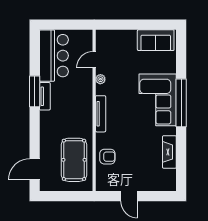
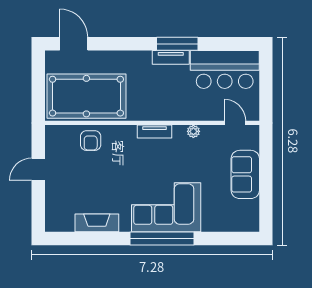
sofa: (156, 40) -> (245, 174), moved
door: (94, 60) -> (235, 123), moved
tv unit: (101, 114) -> (155, 131), width x0.71
pool table: (74, 160) -> (86, 96), width x1.36, depth x1.32

